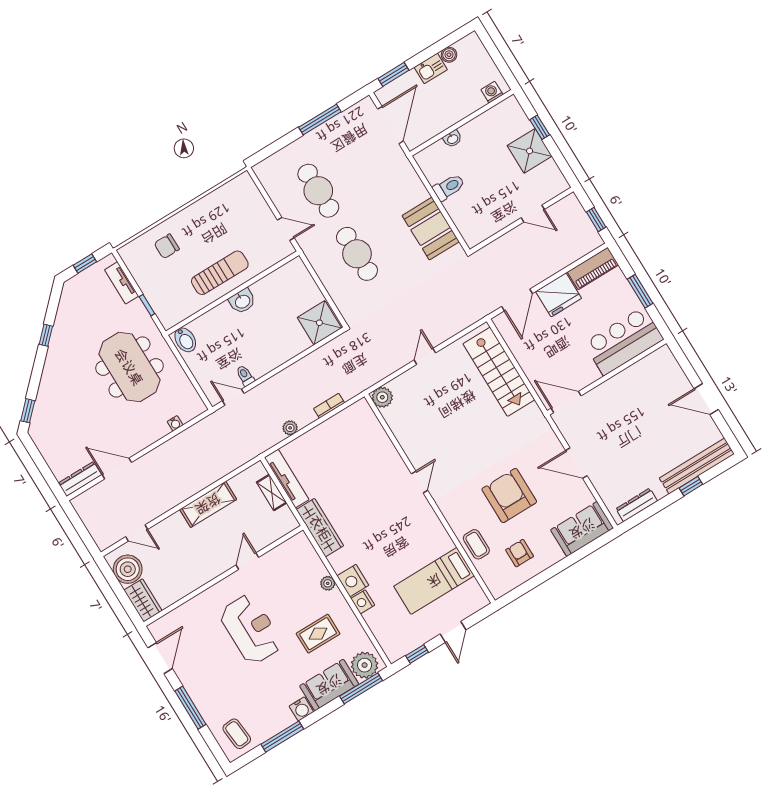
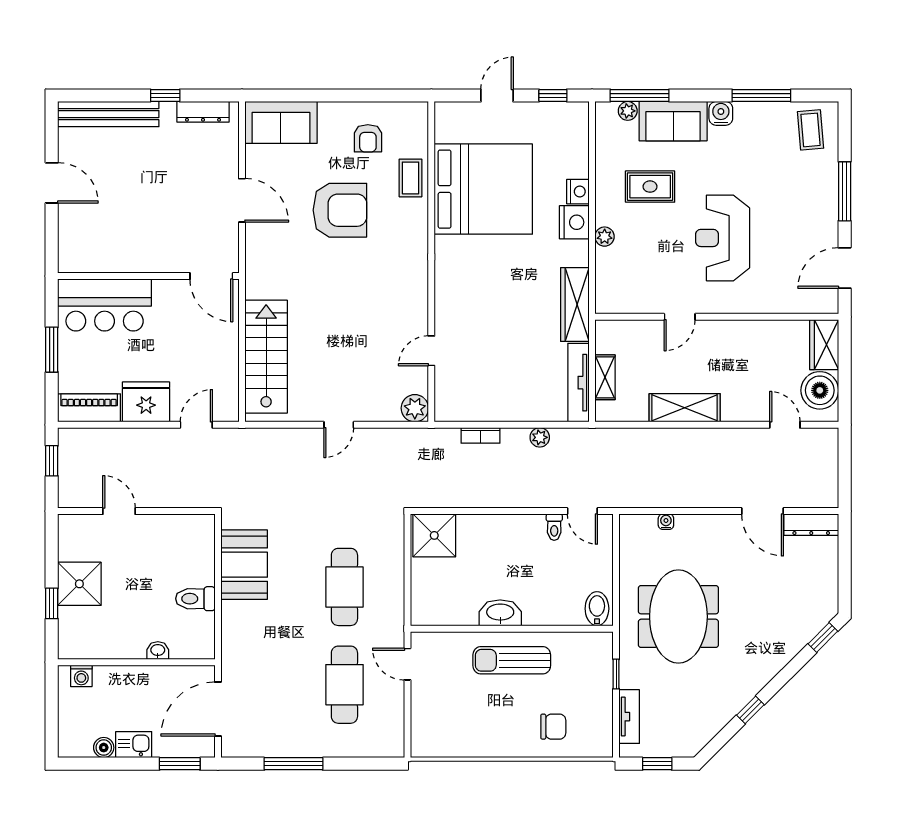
door: (517, 300) -> (196, 425), width x0.73
washbasin: (242, 301) -> (500, 613), width x1.38
door: (420, 482) -> (431, 351), moved
window: (691, 486) -> (165, 96), moved
armchair: (509, 496) -> (340, 210), turned -90
bed: (434, 581) -> (483, 189), width x2.04
plant: (365, 665) -> (628, 111), width x0.53, depth x0.53

